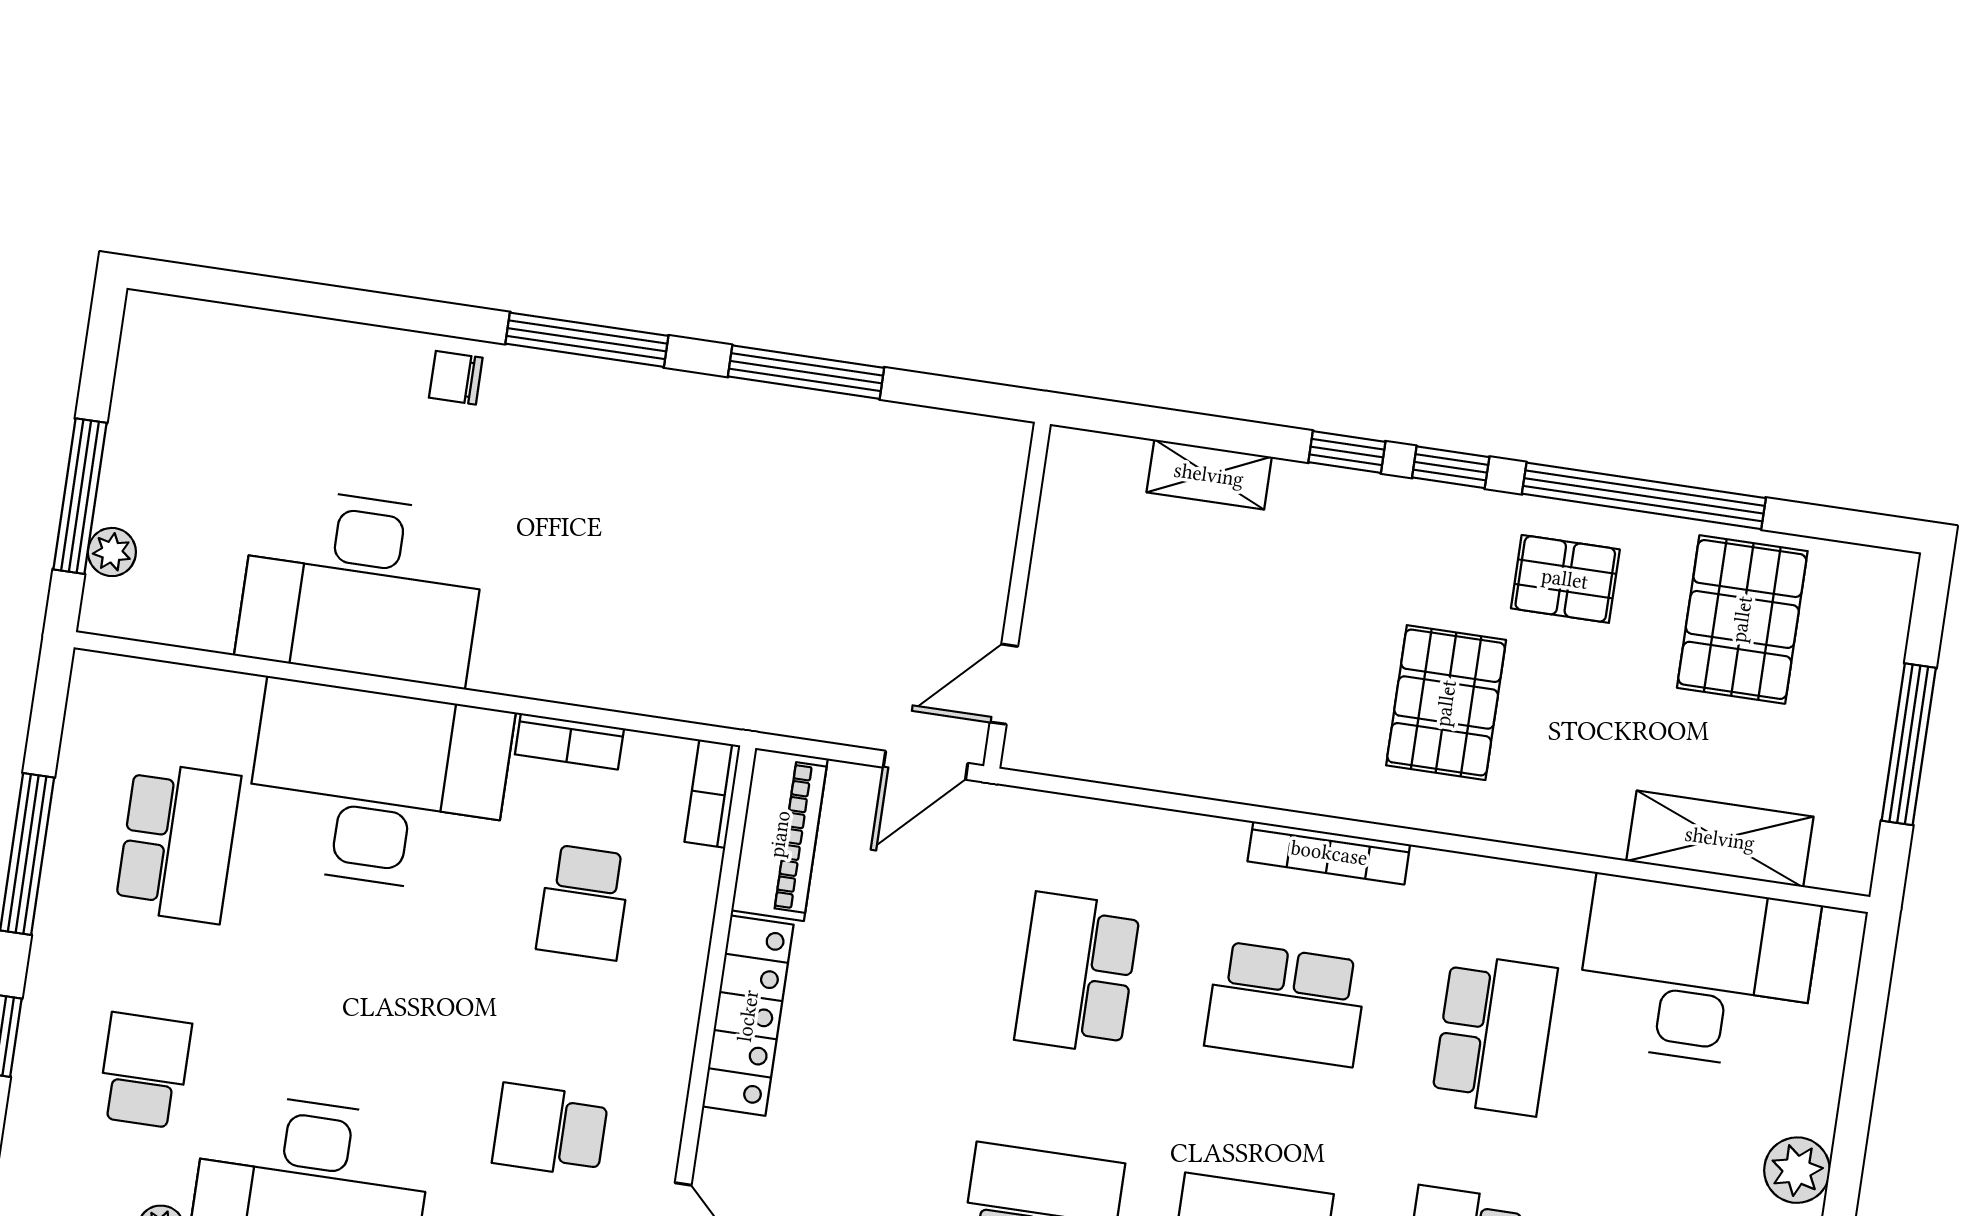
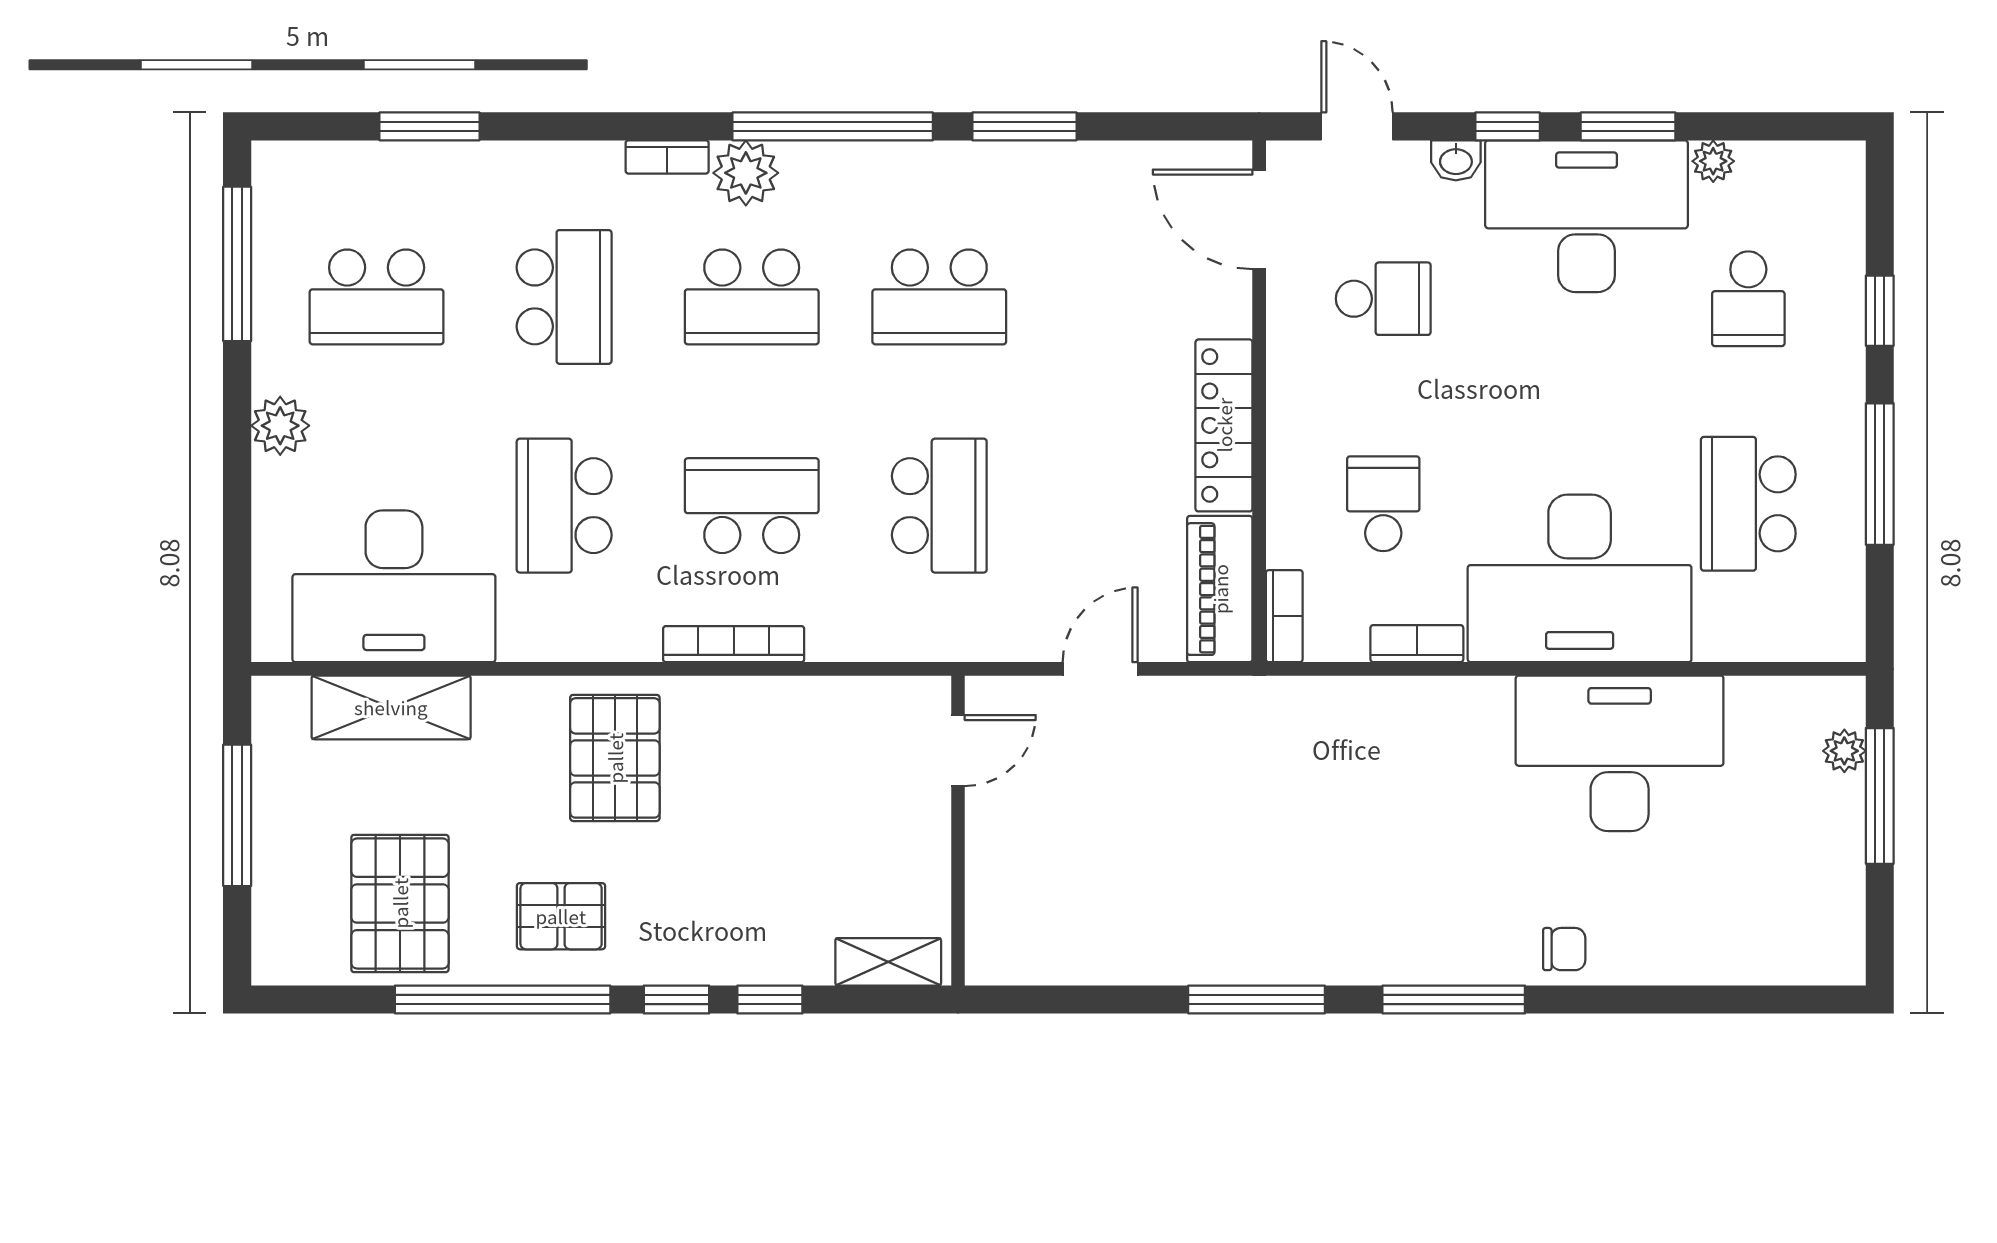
wall: (1017, 595) -> (958, 831), moved
door: (1004, 684) -> (958, 751), moved
pallet: (1446, 703) -> (615, 758), moved

